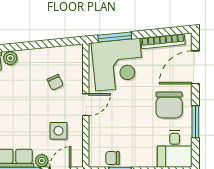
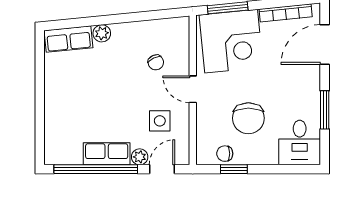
door: (86, 105) -> (193, 89), swing flipped
chair: (169, 105) -> (248, 118), moved

